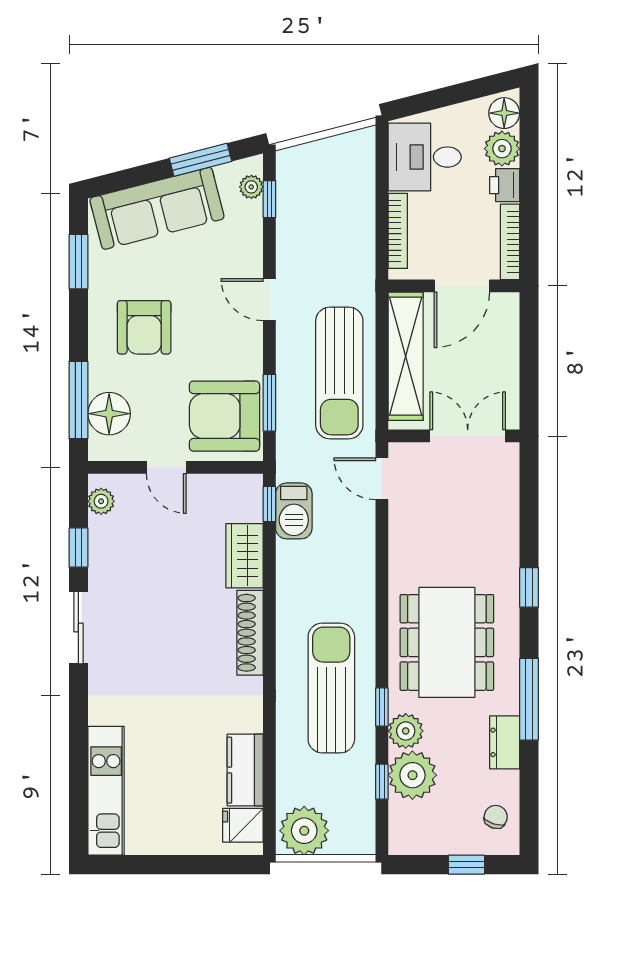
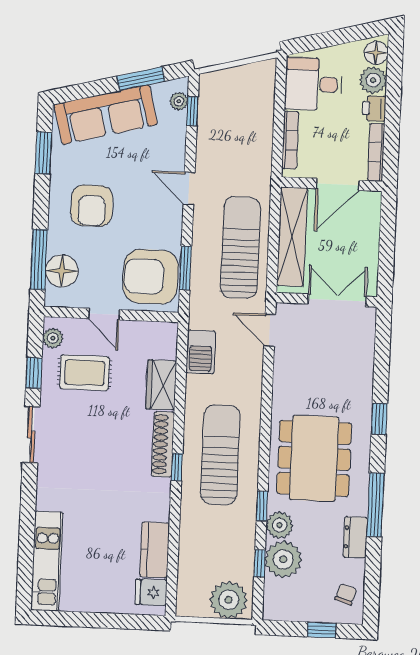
sun lounger: (339, 373) -> (240, 247), turned 180
window: (269, 504) -> (177, 467), moved
rug: (144, 544) -> (85, 373), added
sun lounger: (331, 688) -> (220, 455), moved
plant: (304, 831) -> (229, 600), moved

